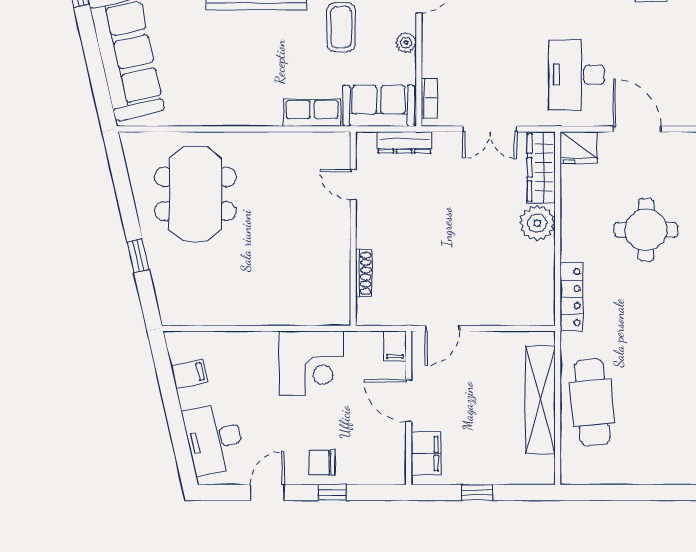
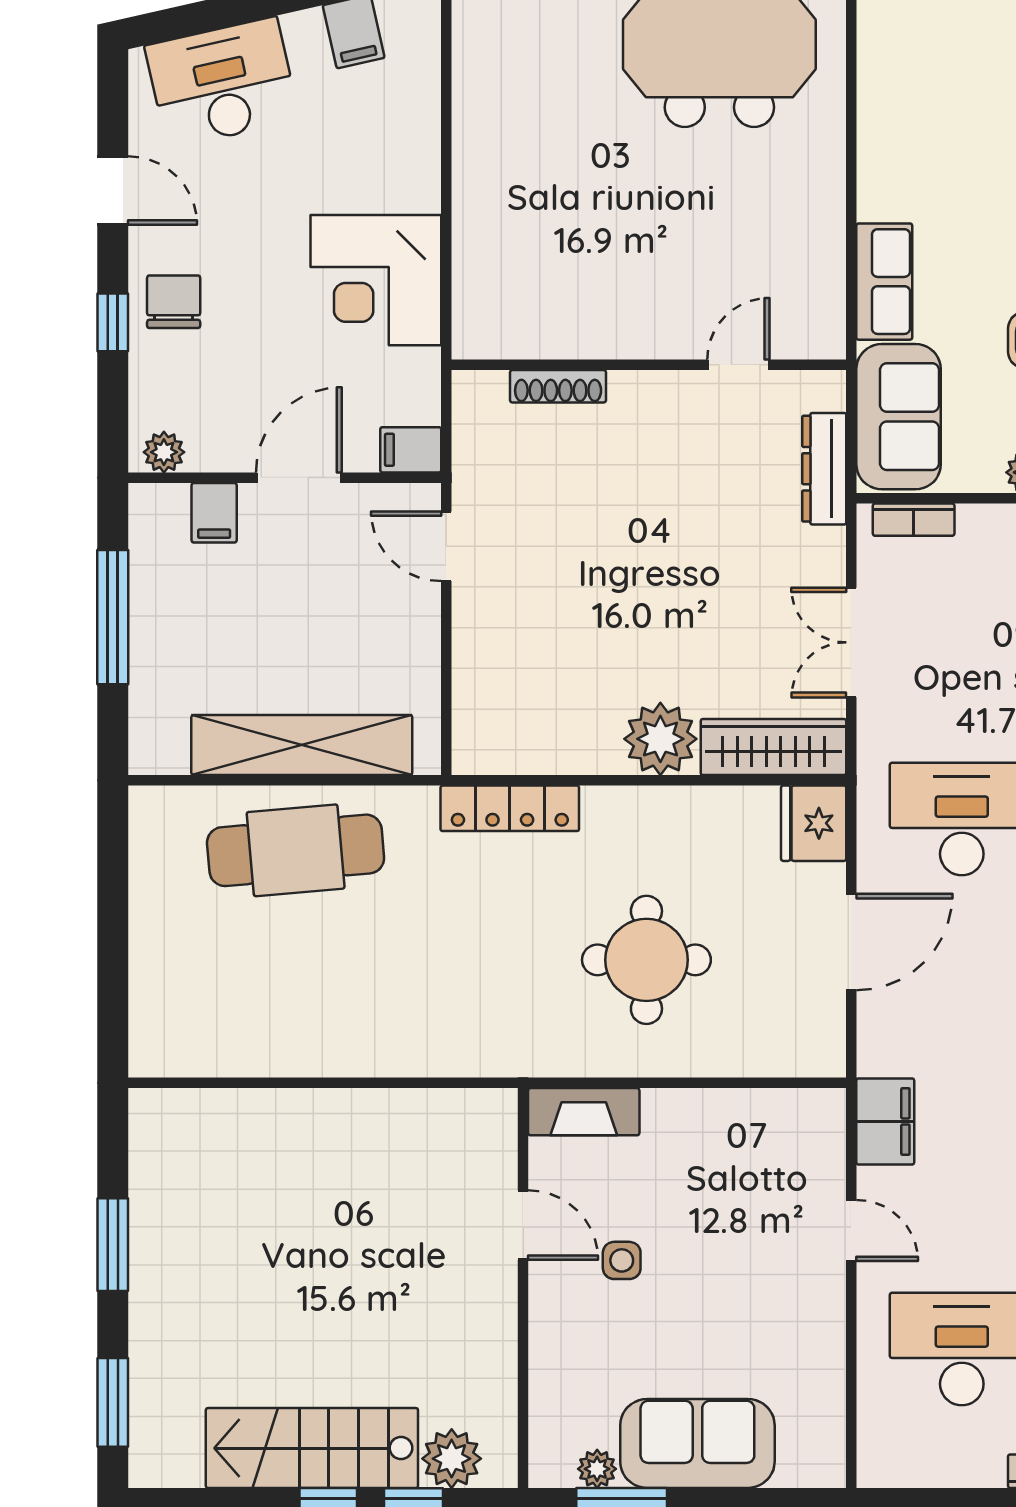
filing cabinet: (426, 454) -> (214, 513), width x0.50
plant: (396, 467) -> (164, 452), added
window: (477, 492) -> (113, 617), width x2.17

